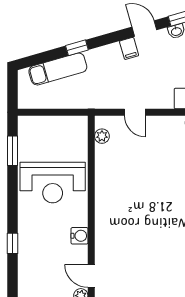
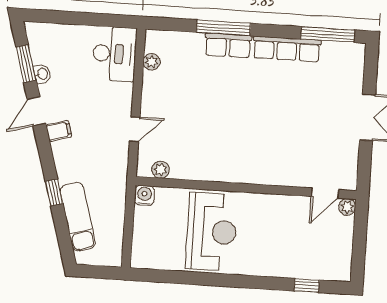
window: (12, 151) -> (171, 277), removed
water cooler: (79, 236) -> (144, 195), moved
window: (12, 243) -> (307, 285), moved

